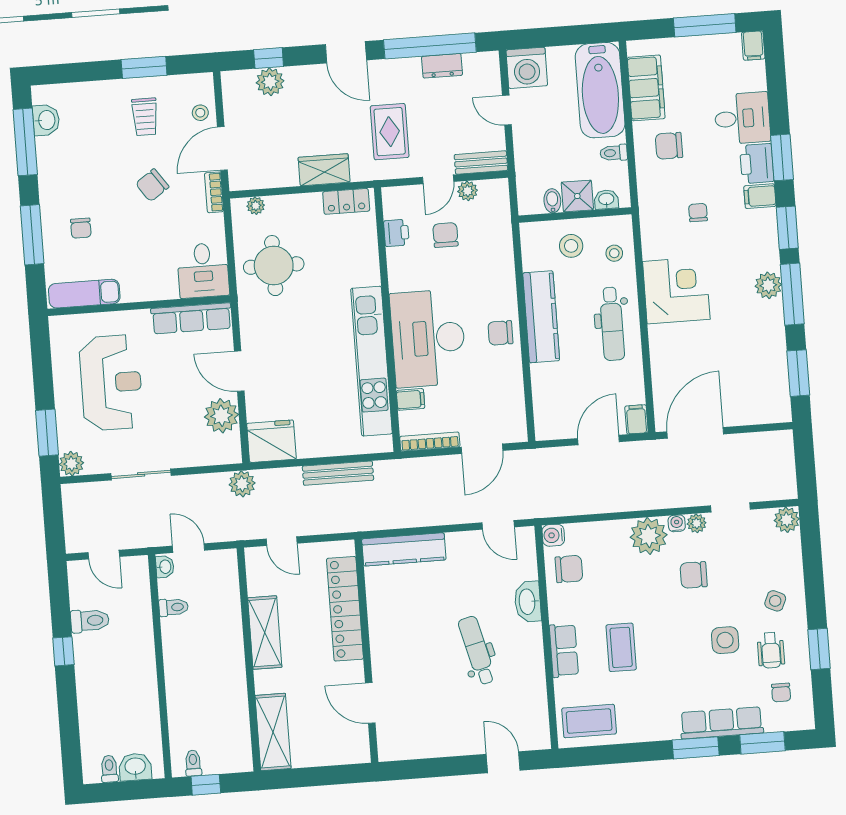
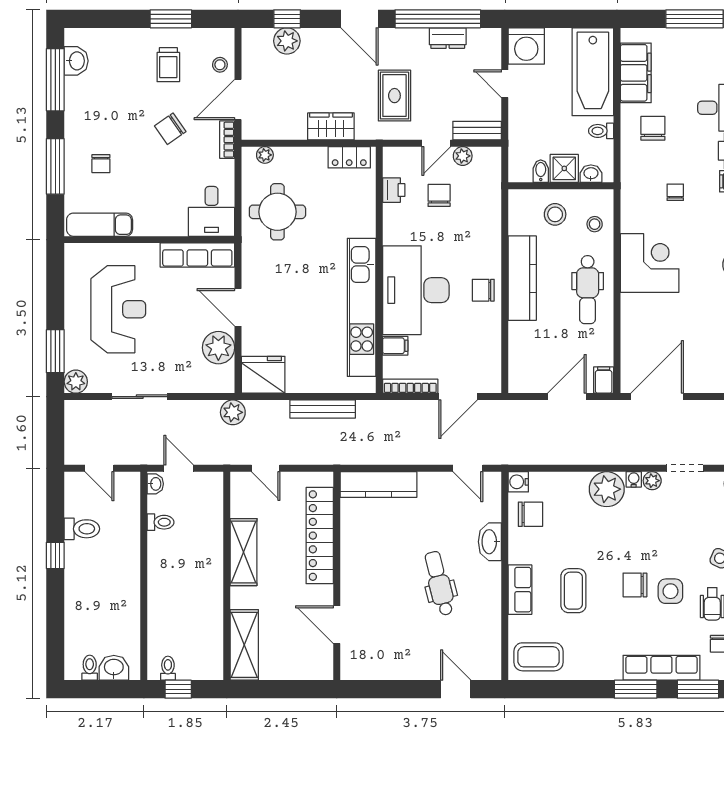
chair: (669, 146) -> (653, 128), turned 90
chair: (694, 575) -> (635, 585), moved

